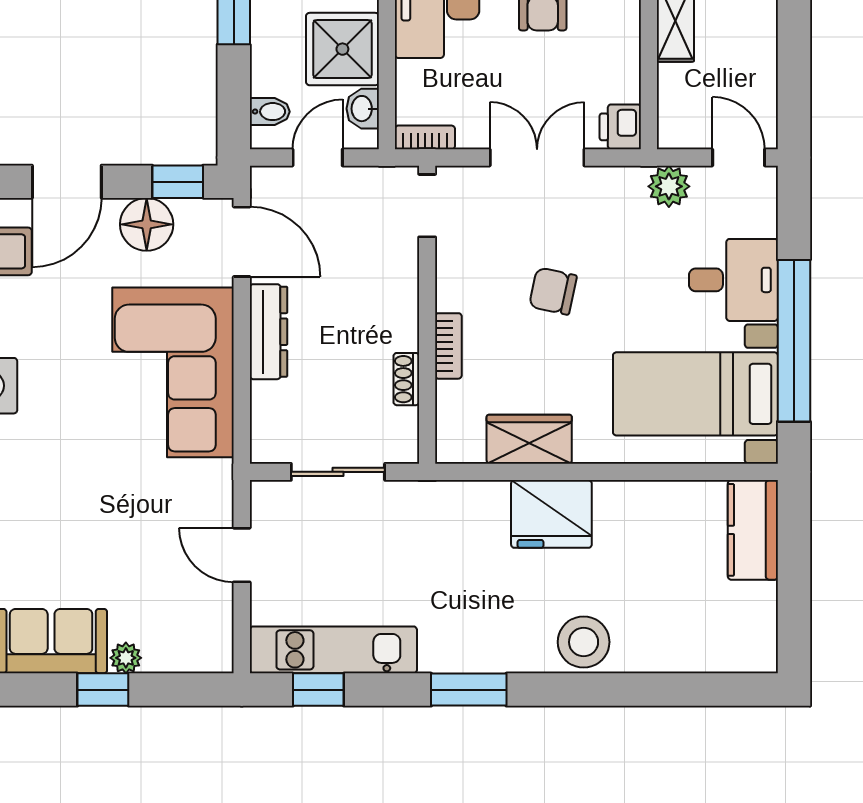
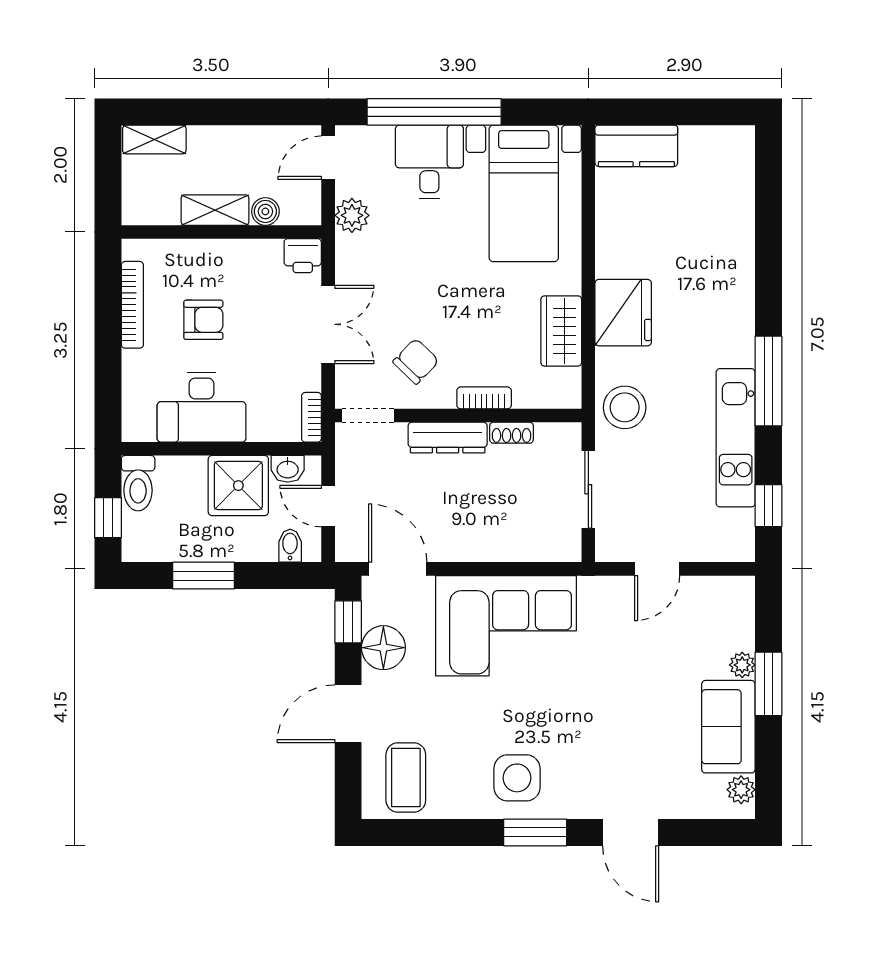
boiler: (674, 82) -> (265, 211), added
double door: (537, 158) -> (328, 324), swing flipped
door: (67, 182) -> (348, 714), swing flipped
door: (242, 242) -> (398, 569), hinge flipped
chair: (553, 291) -> (416, 361), moved, turned -148
dresser: (268, 332) -> (448, 438), moved, turned 180
window: (794, 341) -> (434, 112), moved
stool: (584, 642) -> (625, 407), moved
kitchen unit: (333, 650) -> (736, 438), moved
window: (103, 690) -> (768, 684), width x1.50
window: (469, 690) -> (768, 381), width x1.44

